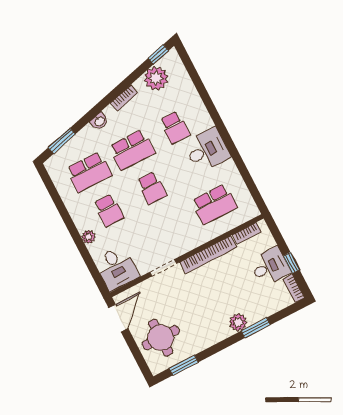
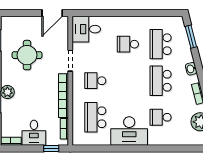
desk: (207, 150) -> (129, 131), width x1.37
school desk: (152, 188) -> (95, 81), moved
plant: (88, 237) -> (117, 21), removed
window: (291, 263) -> (51, 148), moved
door: (118, 318) -> (52, 13), hinge flipped
round table: (161, 338) -> (27, 55), moved

